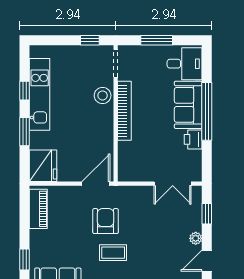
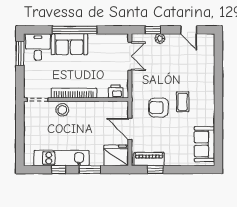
window: (90, 40) -> (20, 119), removed
window: (157, 40) -> (20, 53), moved
printer: (193, 139) -> (116, 92), moved, turned 180
door: (96, 184) -> (130, 129), moved
plant: (196, 238) -> (160, 38), moved
window: (25, 260) -> (155, 170), moved

